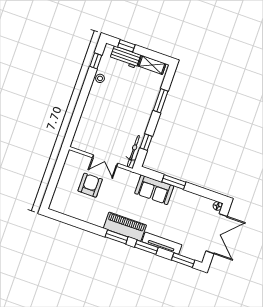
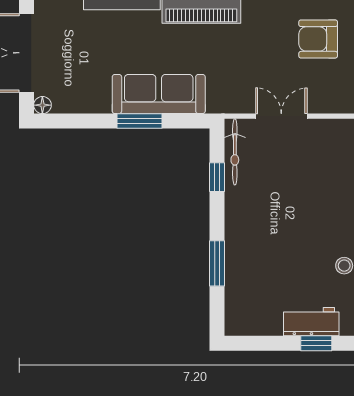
shelving: (152, 65) -> (256, 325), removed
armchair: (90, 185) -> (318, 39), moved, turned 90
sofa: (154, 190) -> (159, 94), width x1.36

